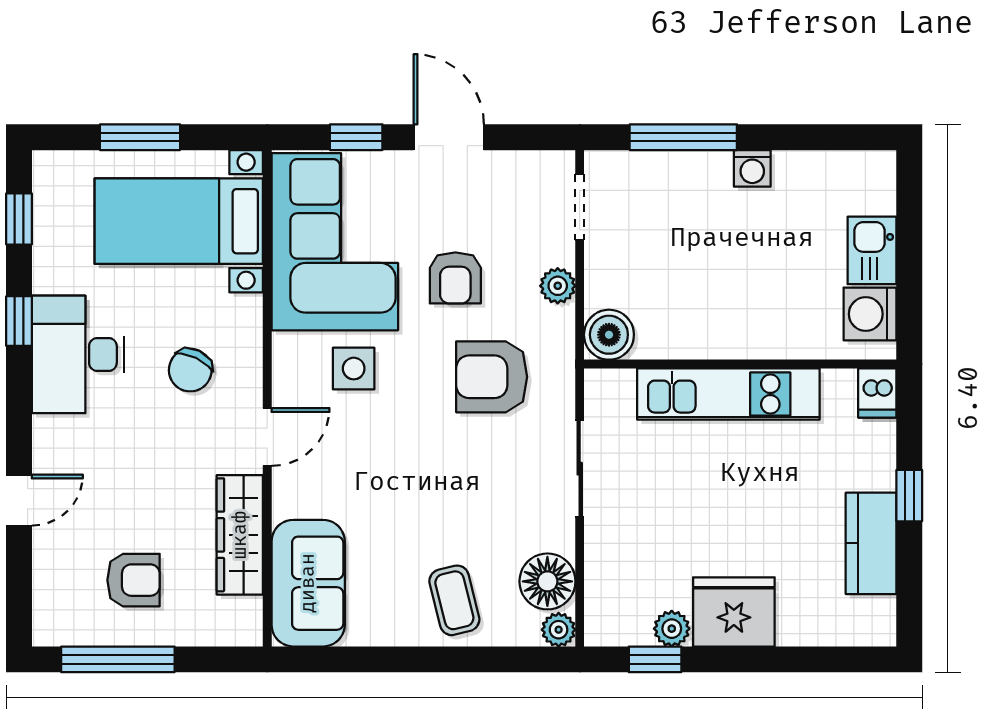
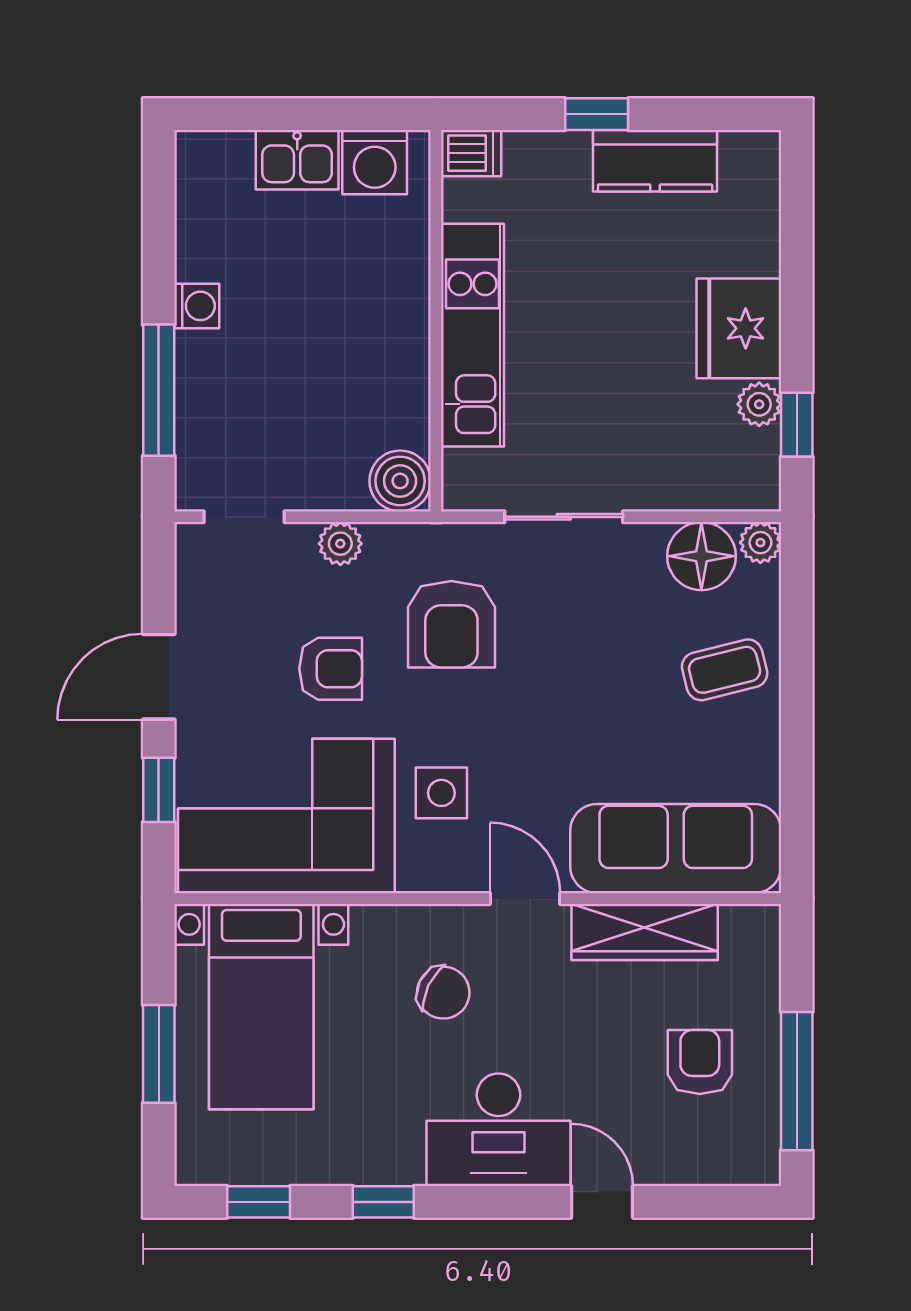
desk: (78, 354) -> (499, 1130), moved
sofa: (308, 583) -> (676, 849), width x1.36

